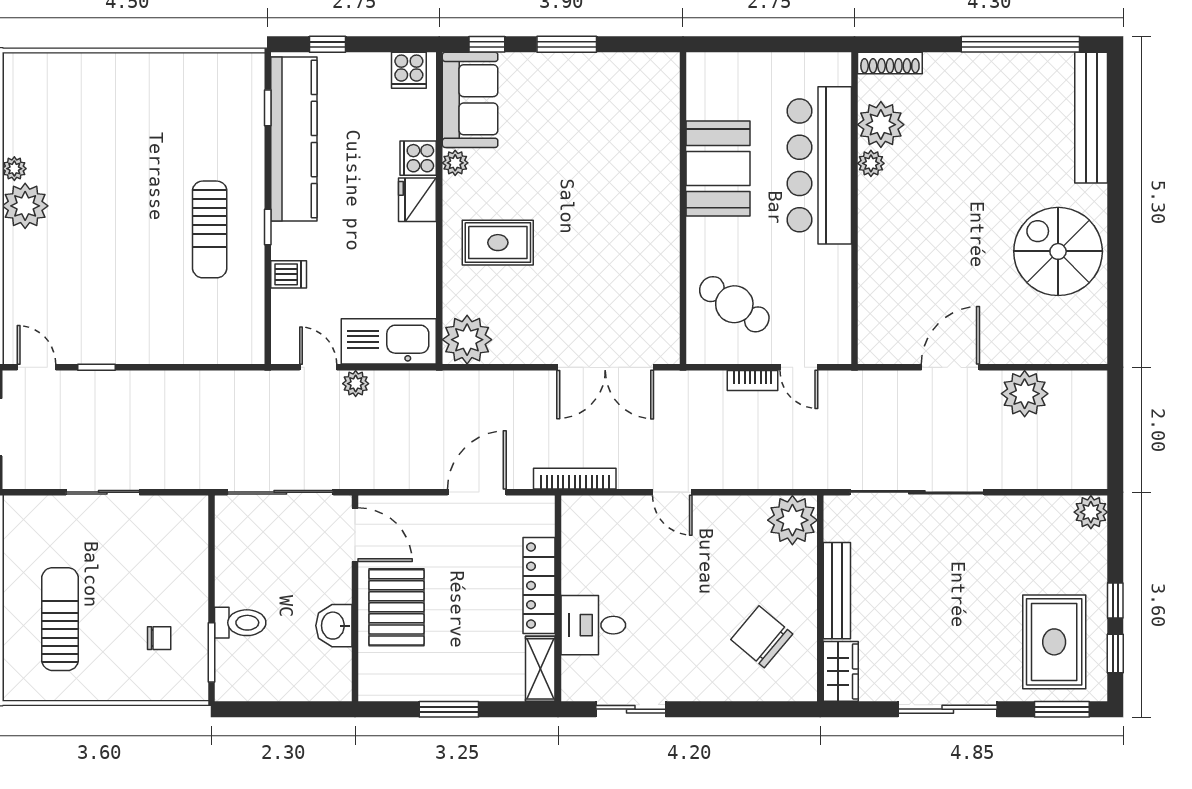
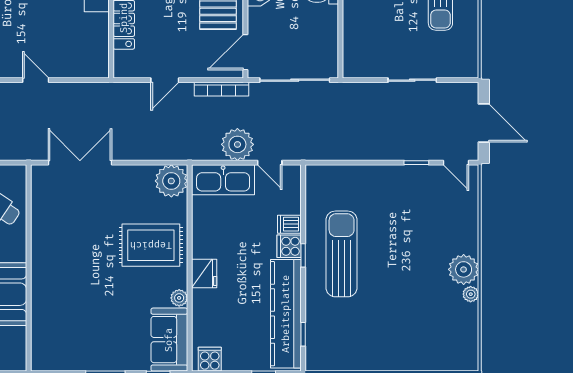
cooker: (418, 158) -> (289, 246), moved, turned 180
sun lounger: (210, 229) -> (342, 254), width x1.36, depth x1.34
rug: (498, 243) -> (151, 245), width x1.36, depth x1.43
plant: (356, 384) -> (237, 144), width x1.88, depth x1.88
bookcase: (575, 479) -> (222, 89), moved
door: (477, 492) -> (165, 80), width x0.73
door: (355, 535) -> (245, 52), hinge flipped

